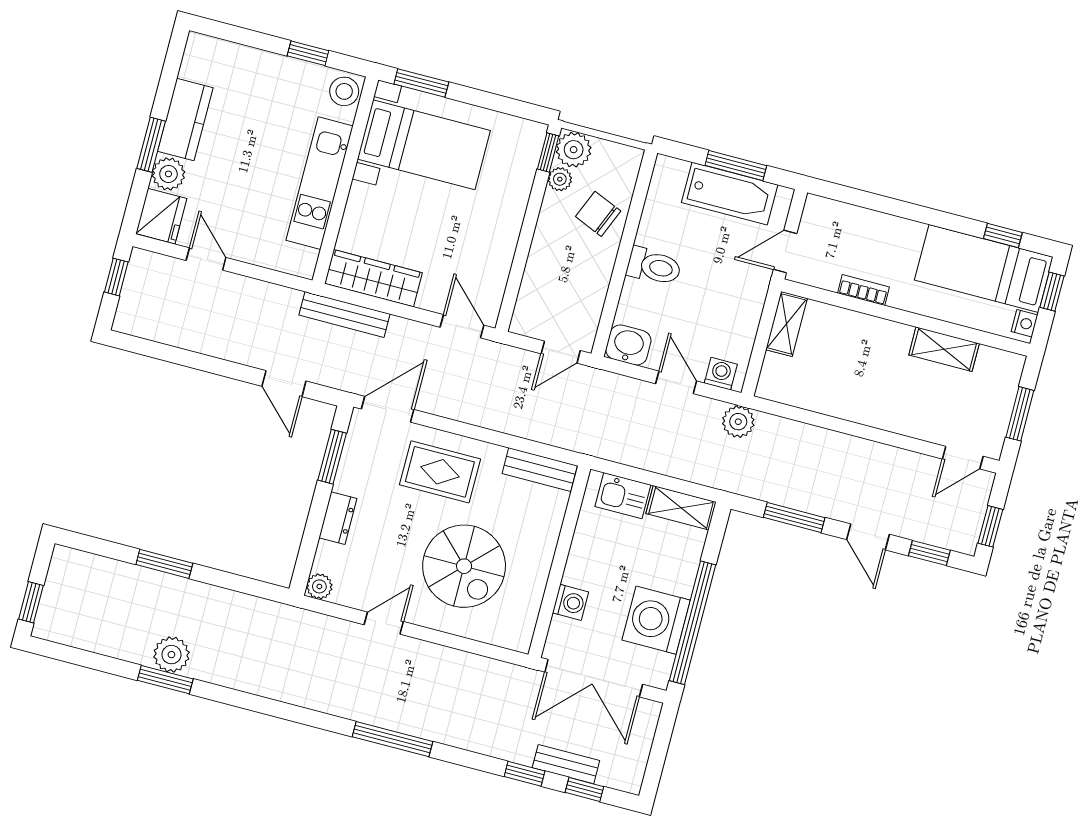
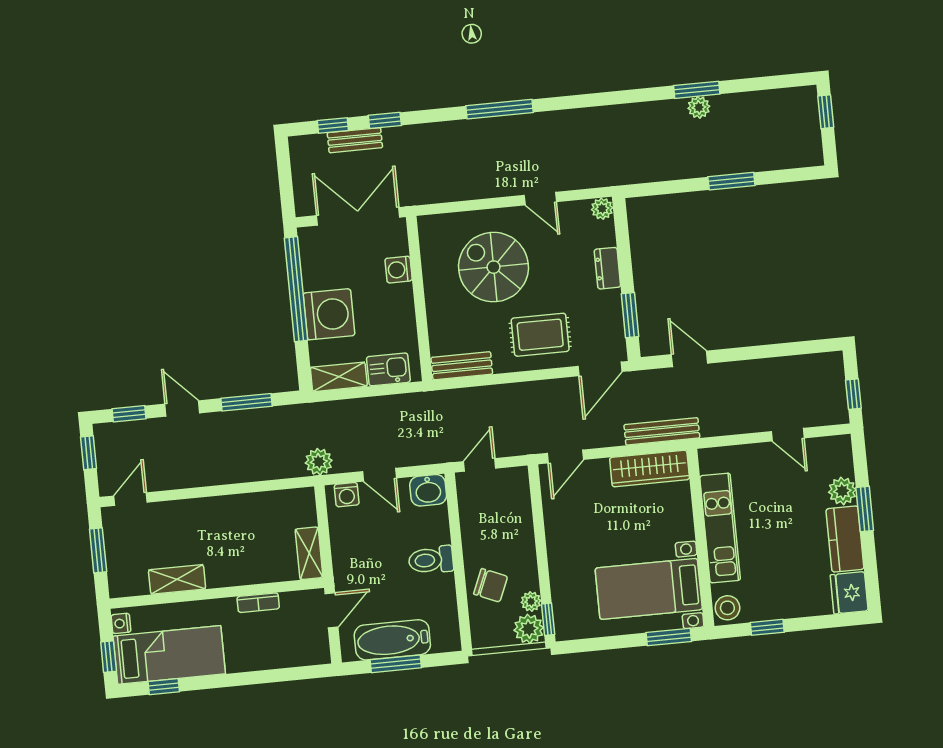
fridge: (161, 216) -> (849, 593), moved
door: (462, 326) -> (565, 456), hinge flipped
washing machine: (656, 620) -> (329, 314), moved
door: (384, 623) -> (540, 199), hinge flipped
plant: (171, 655) -> (699, 107), width x0.73, depth x0.73

